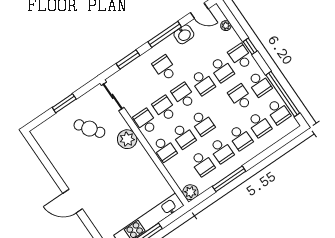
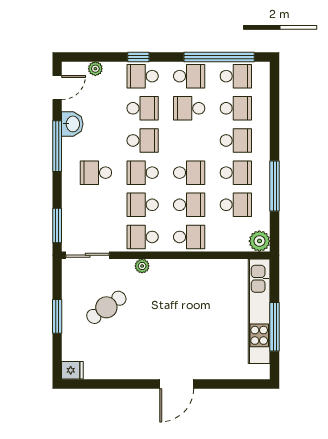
window: (128, 60) -> (57, 226), moved
fridge: (39, 134) -> (72, 370), added
plant: (127, 139) -> (142, 266), width x0.53, depth x0.53

